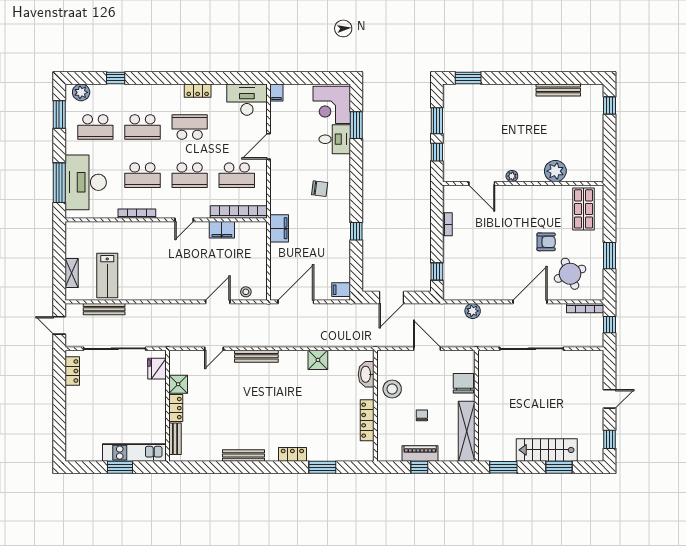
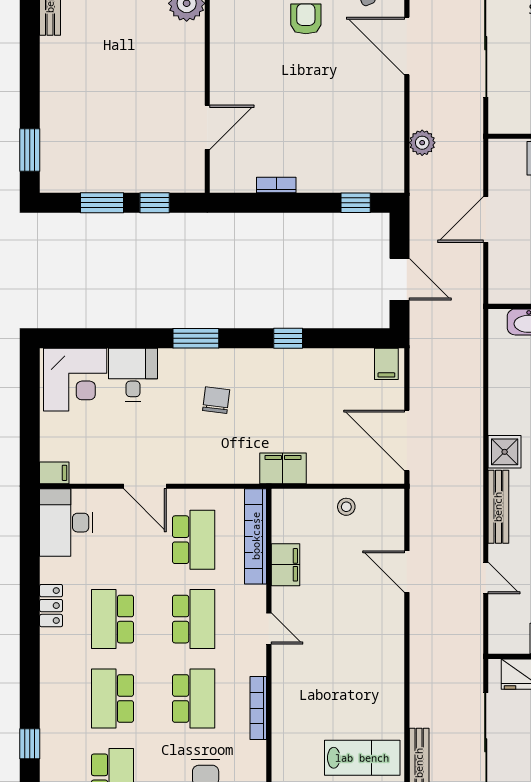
window: (356, 125) -> (196, 338), moved
school desk: (142, 127) -> (112, 698), turned 180
plant: (512, 176) -> (195, 76), removed
stool: (246, 292) -> (346, 507), moved
shower: (318, 360) -> (505, 452), moved

